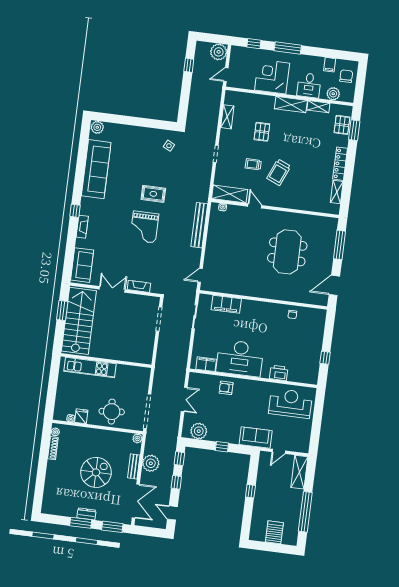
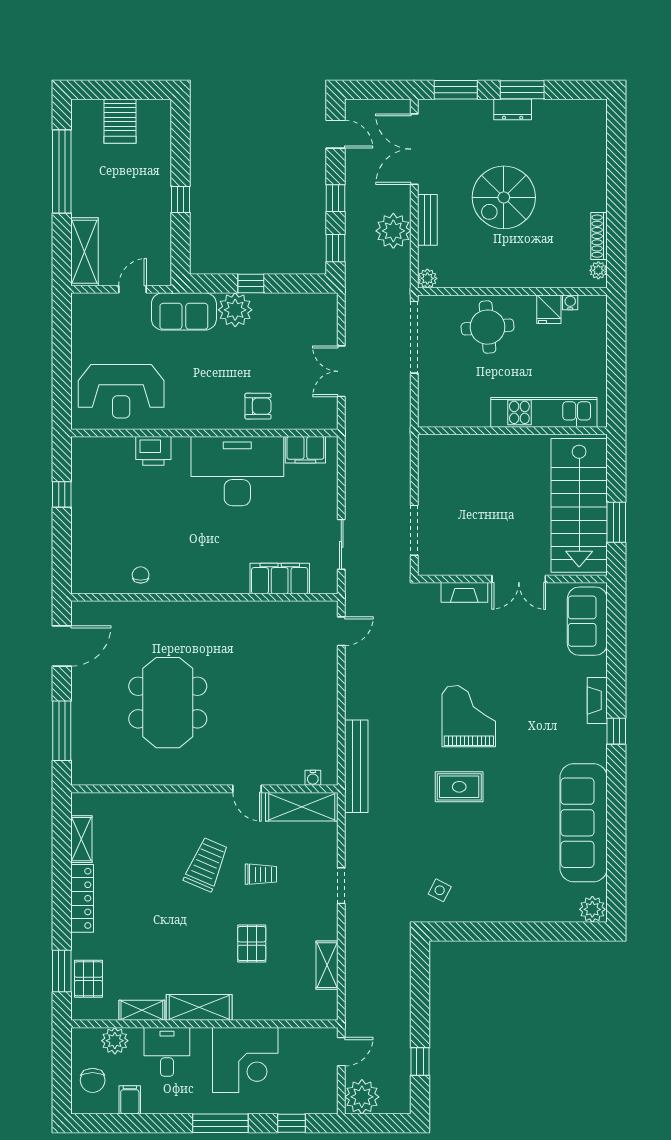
bench: (199, 225) -> (356, 766), moved
plant: (199, 431) -> (235, 310), moved

